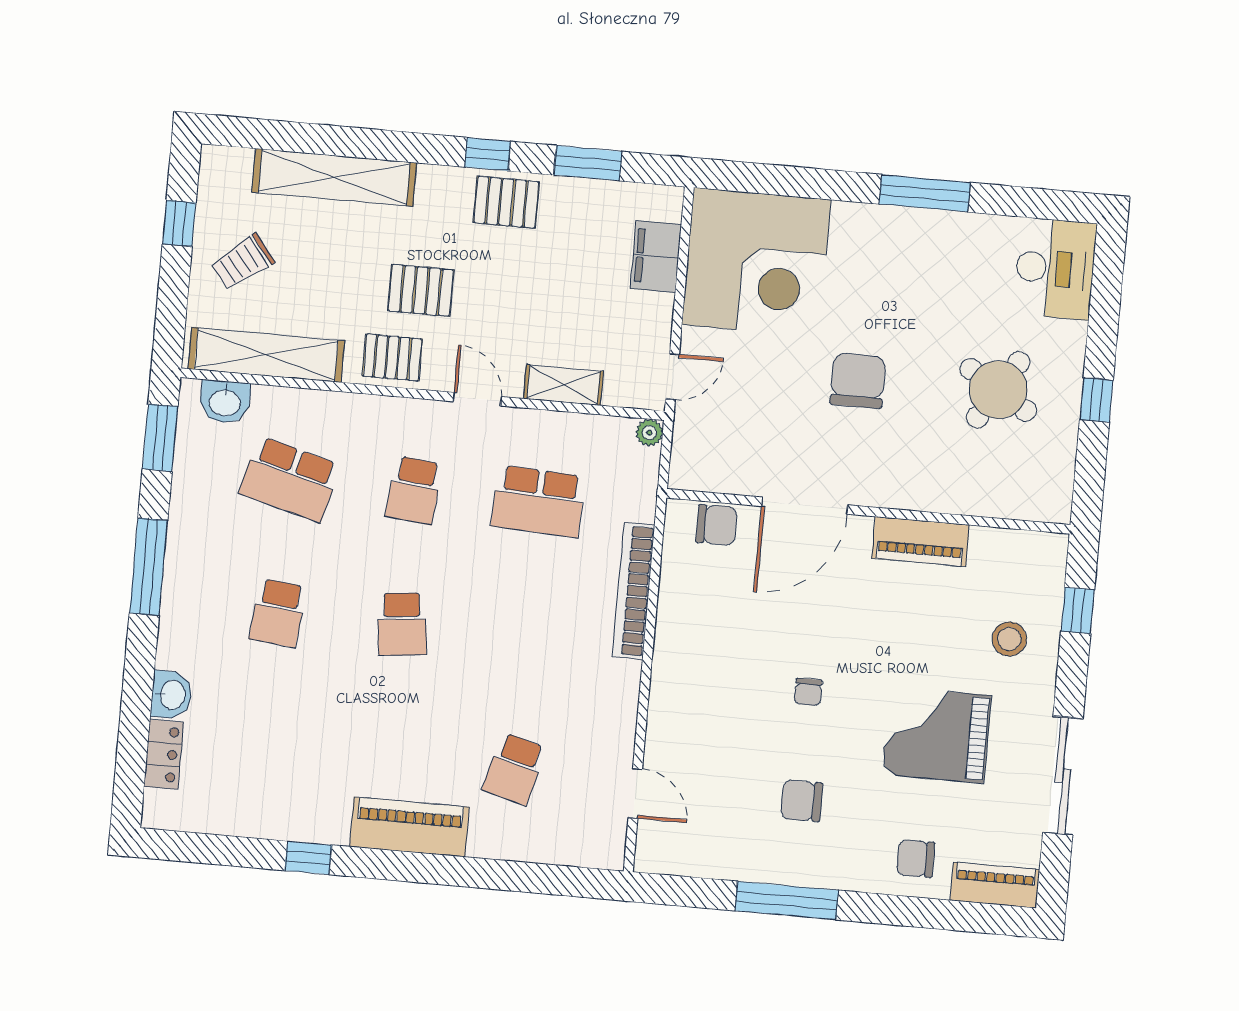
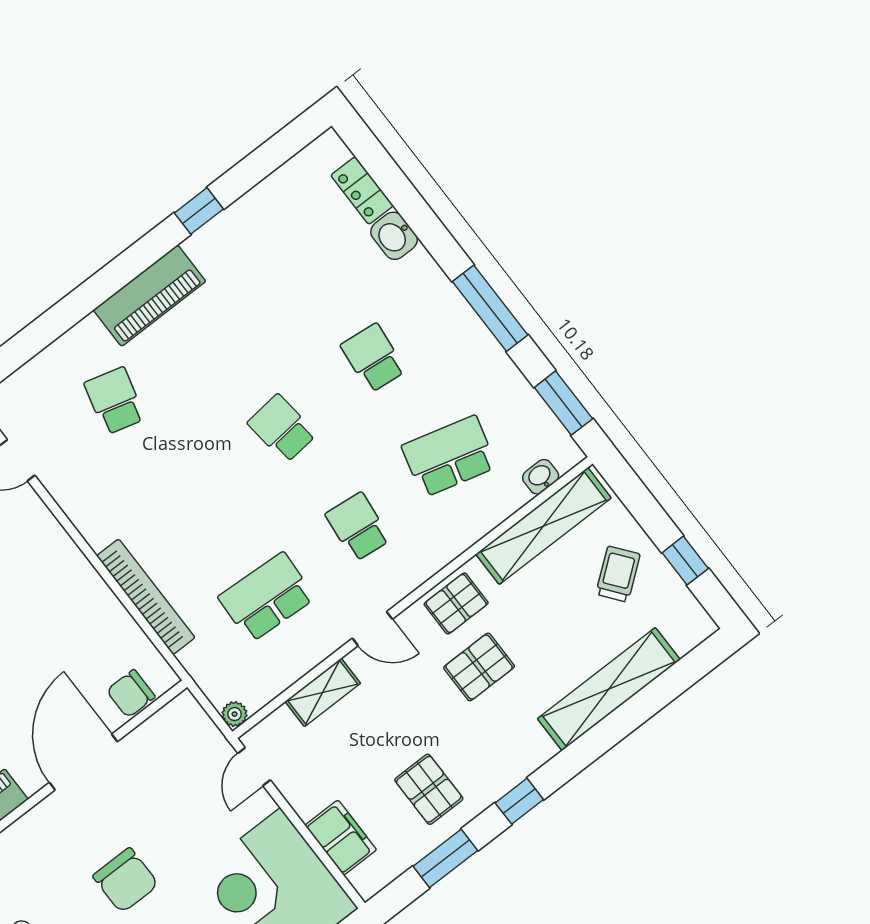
pallet: (506, 202) -> (429, 789), moved, turned 90
washbasin: (225, 402) -> (541, 477), width x0.72, depth x0.69

